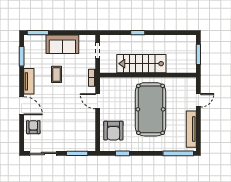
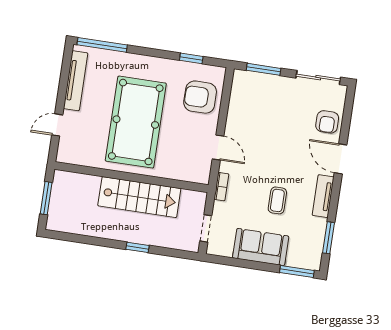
armchair: (113, 131) -> (200, 97), turned -90

